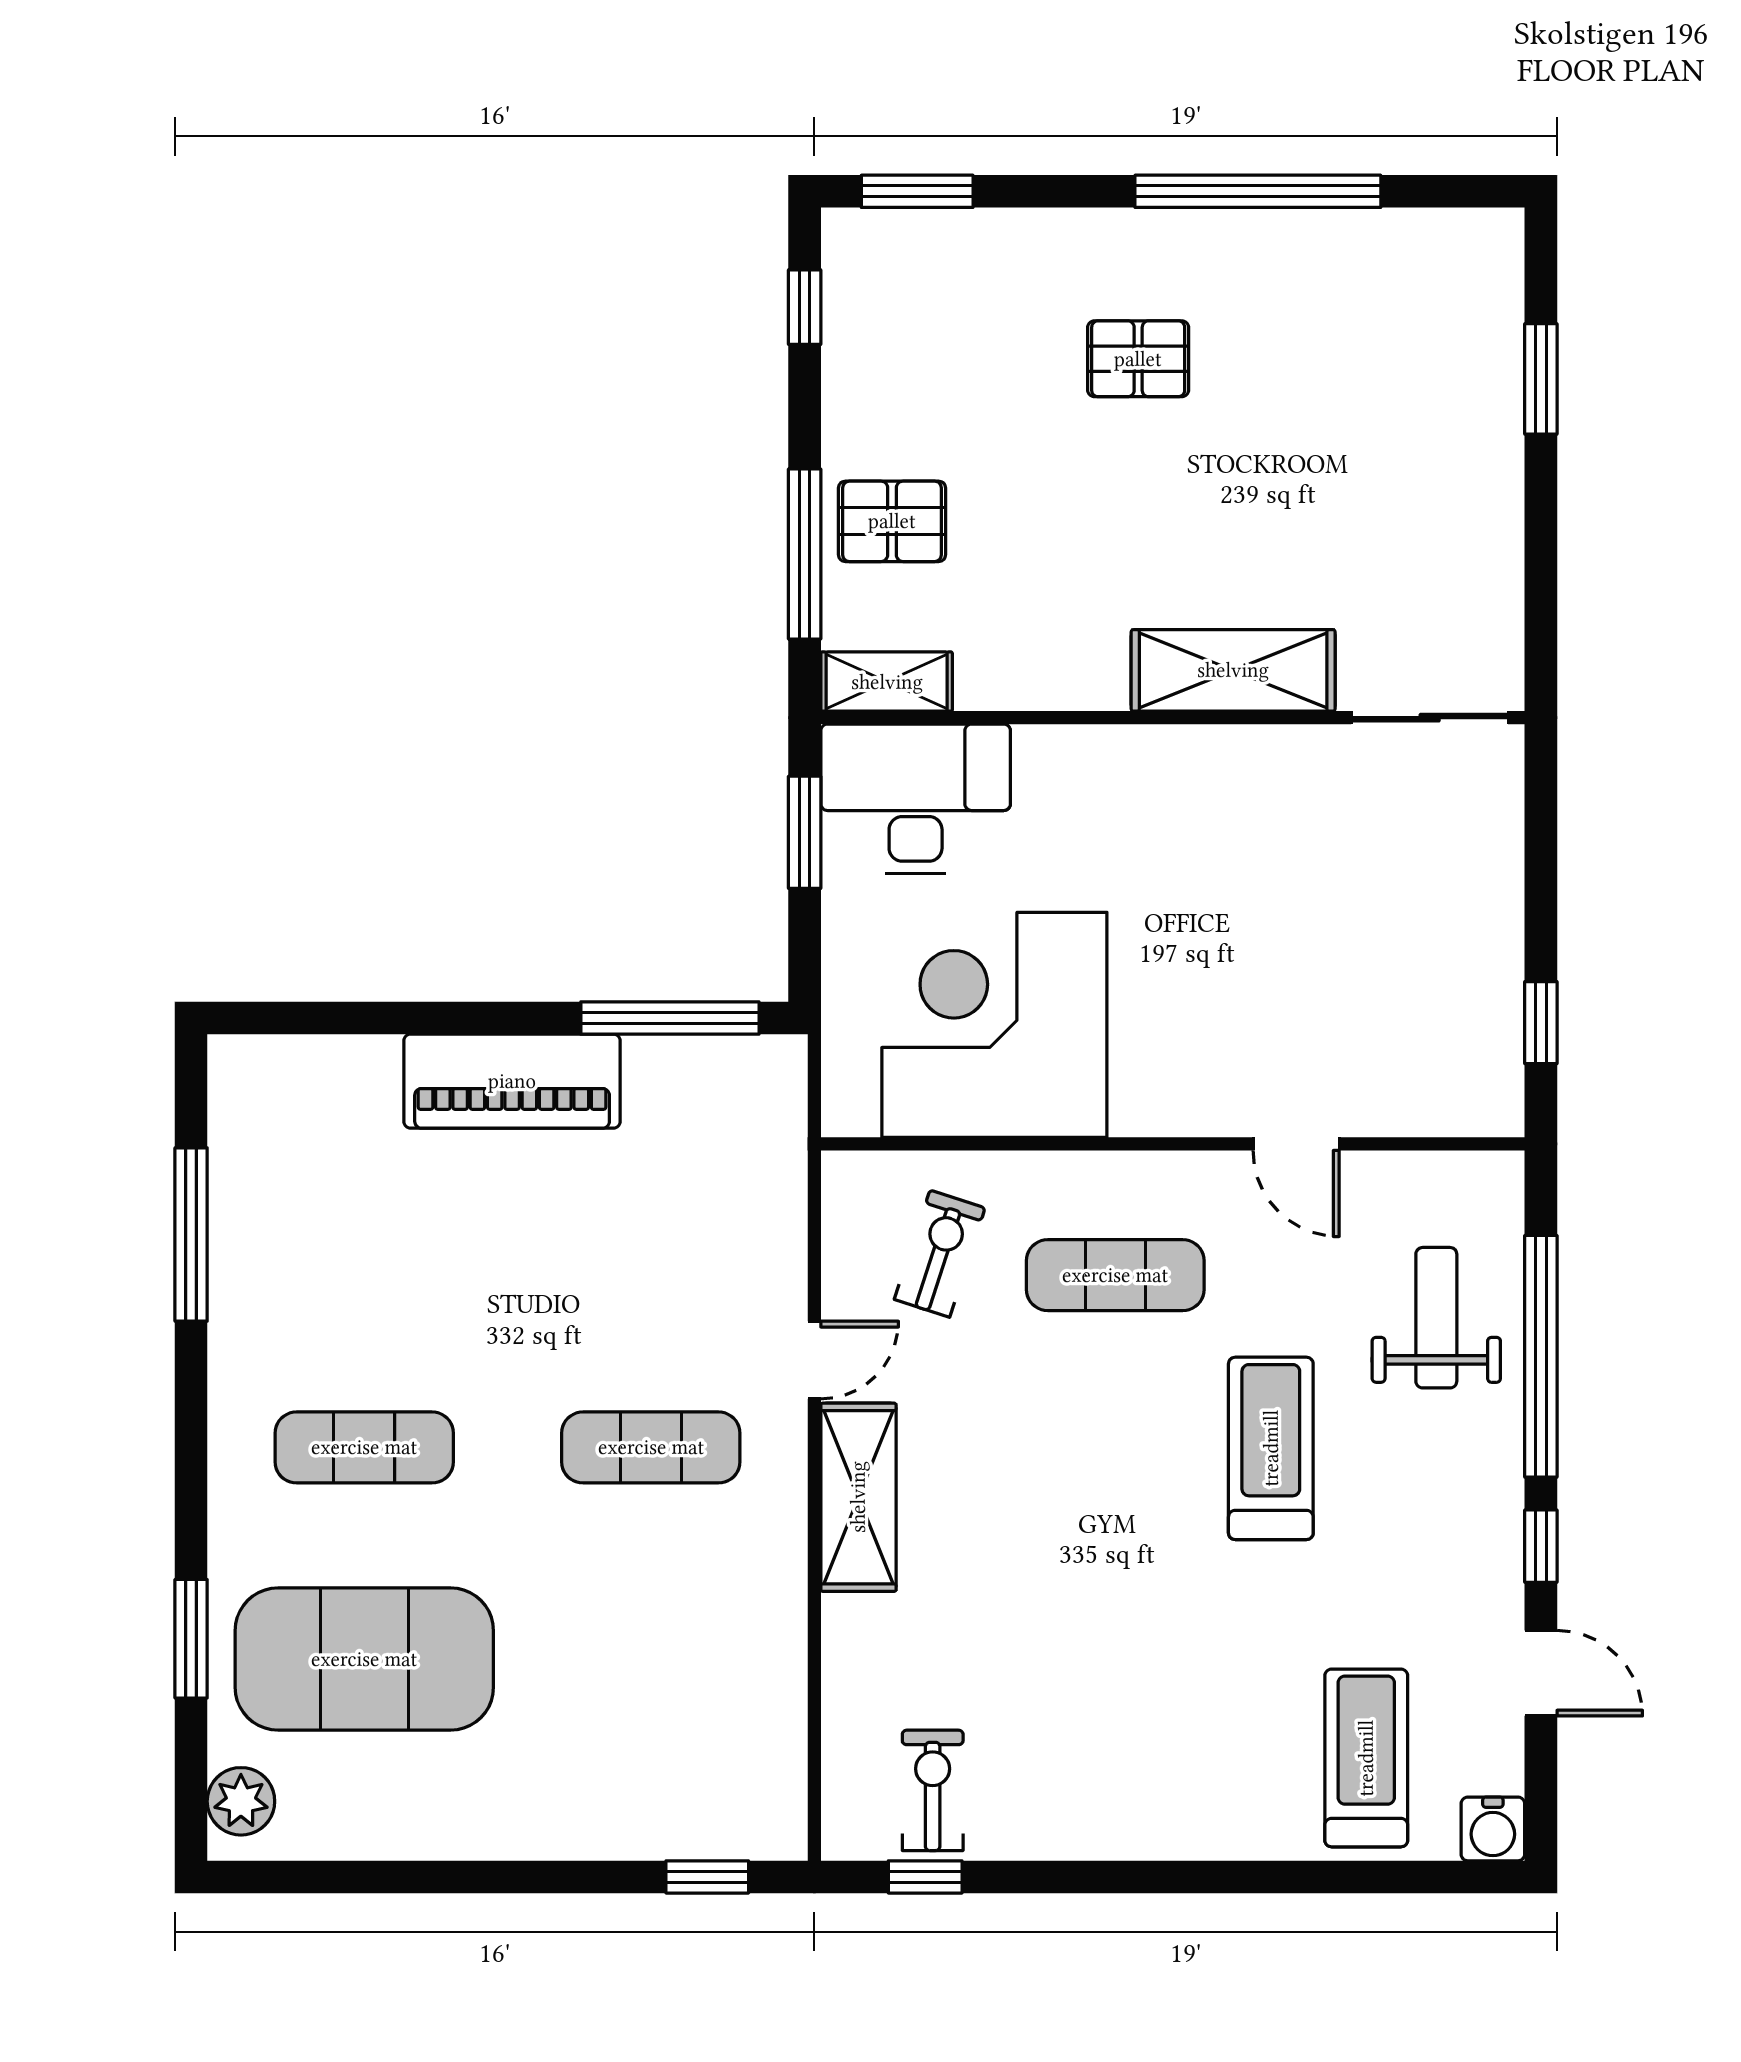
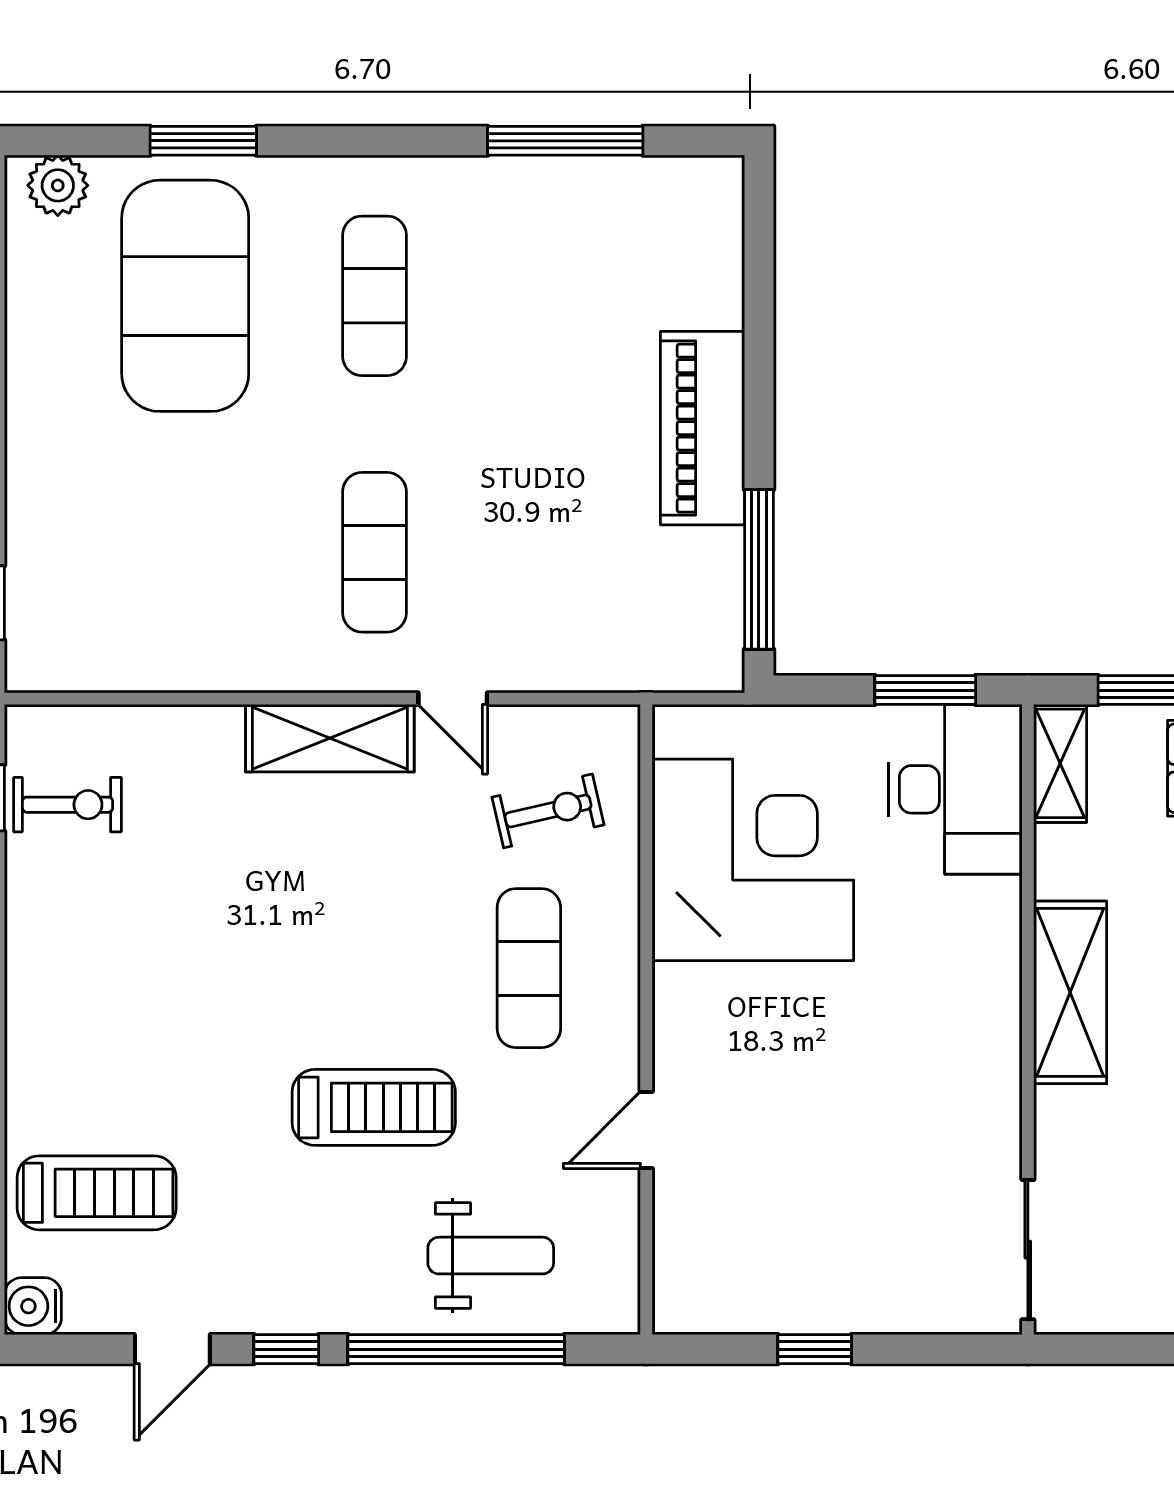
shelving: (1233, 670) -> (1070, 992), moved
window: (1541, 1023) -> (815, 1349), moved
exercise bike: (940, 1254) -> (548, 811), turned -31

